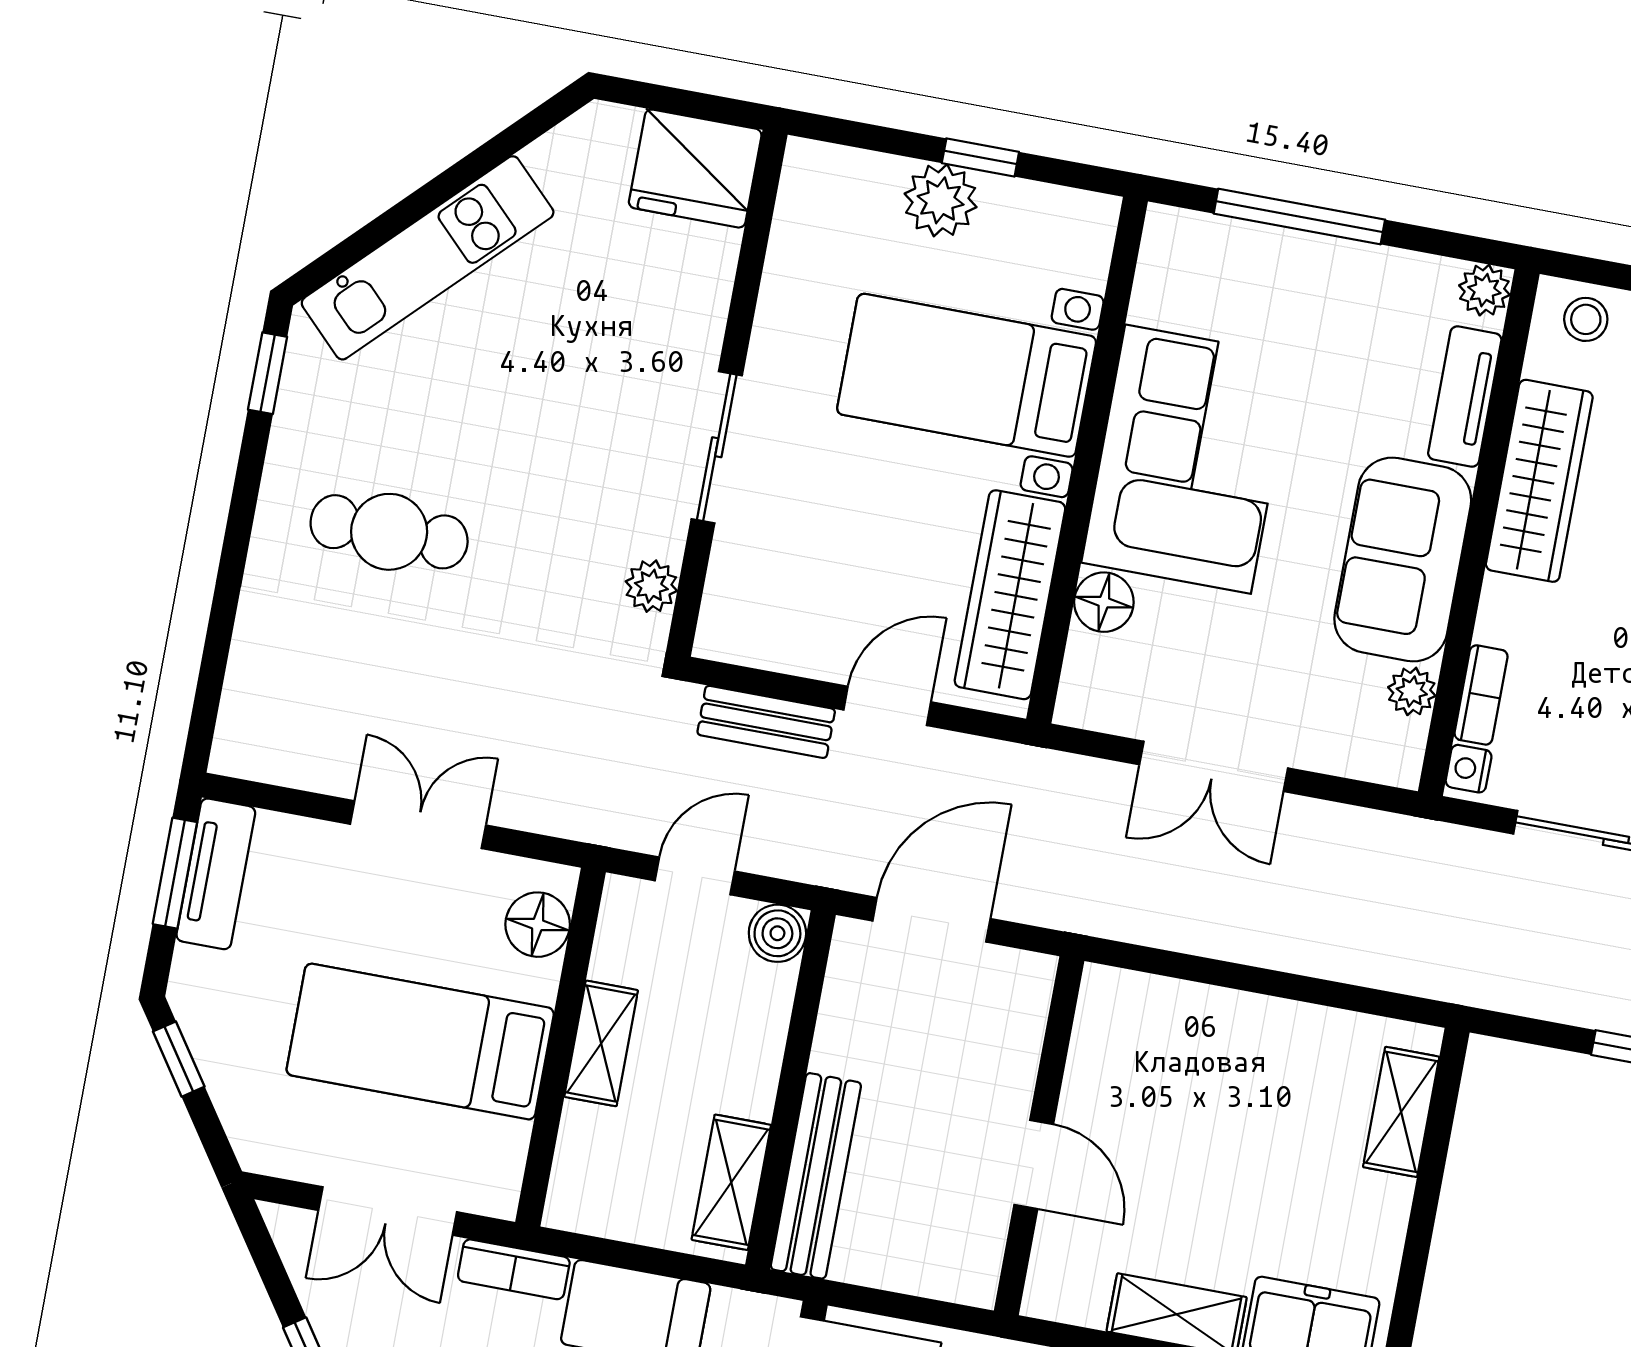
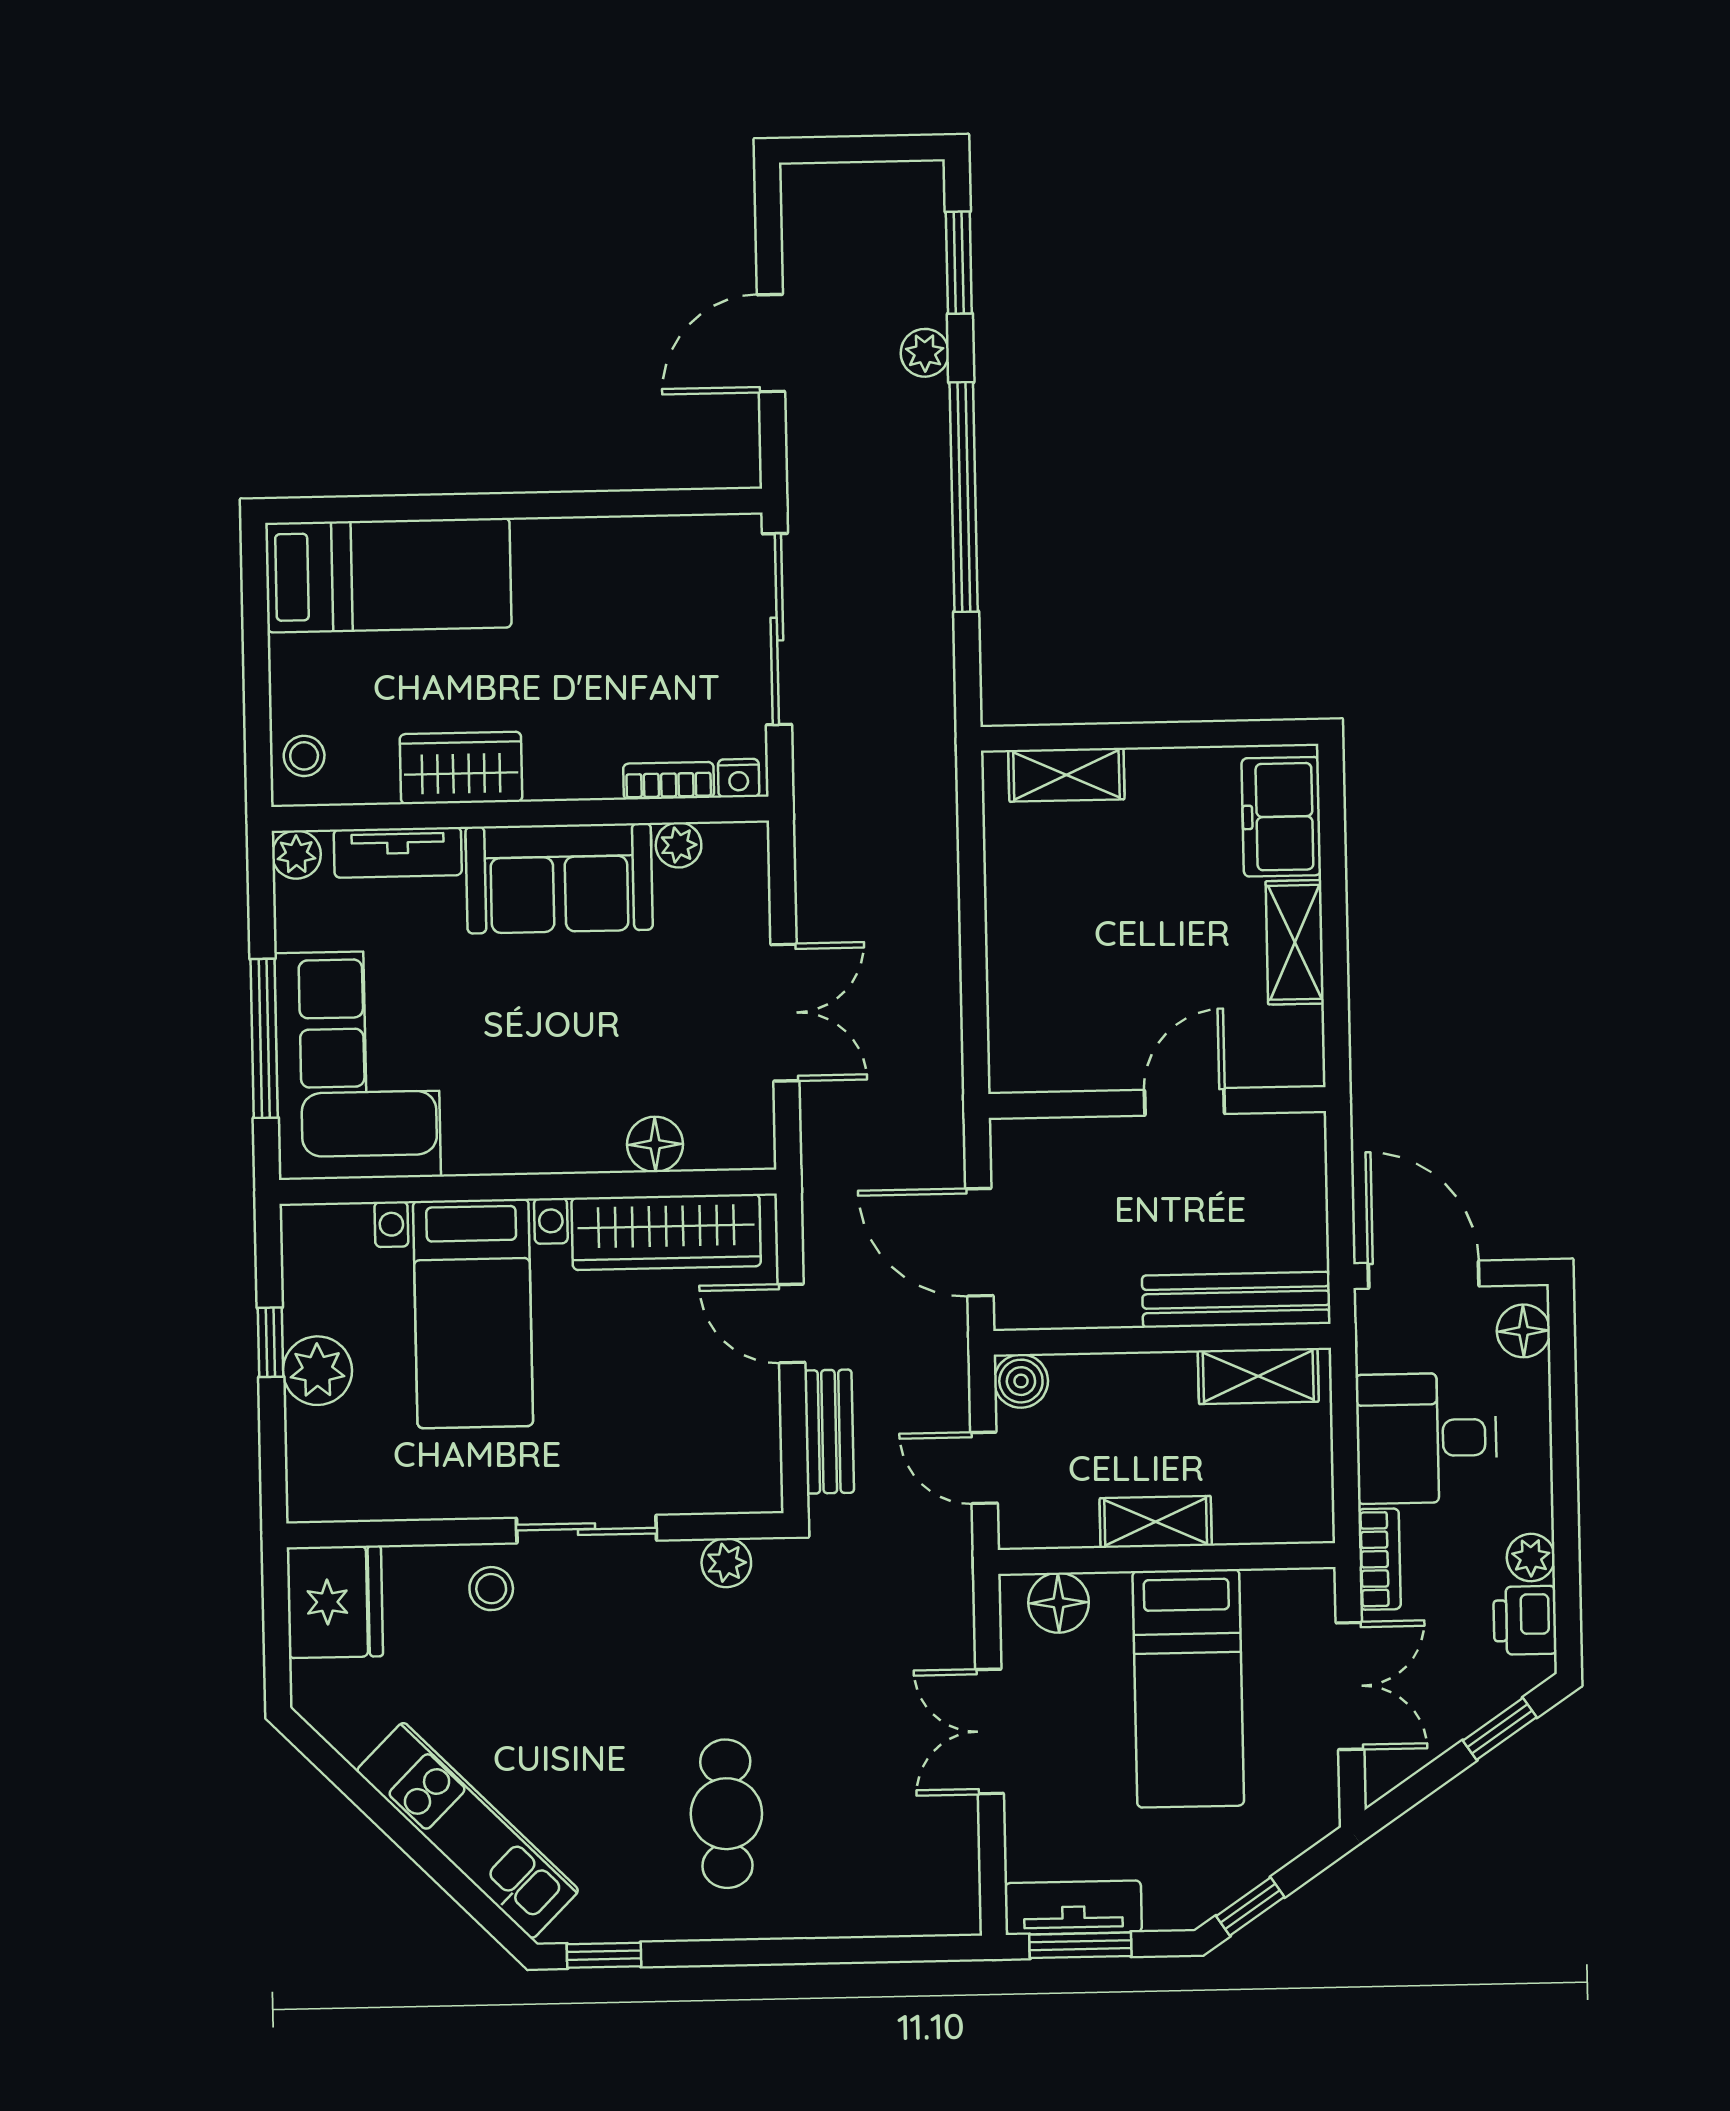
stool: (675, 335) -> (491, 1589), added
corner sofa: (1188, 459) -> (358, 1065), moved, turned 90
wardrobe: (1539, 481) -> (461, 768), width x0.67

